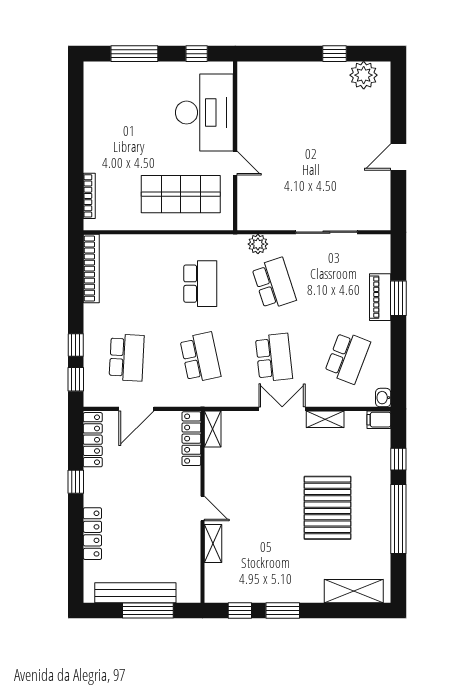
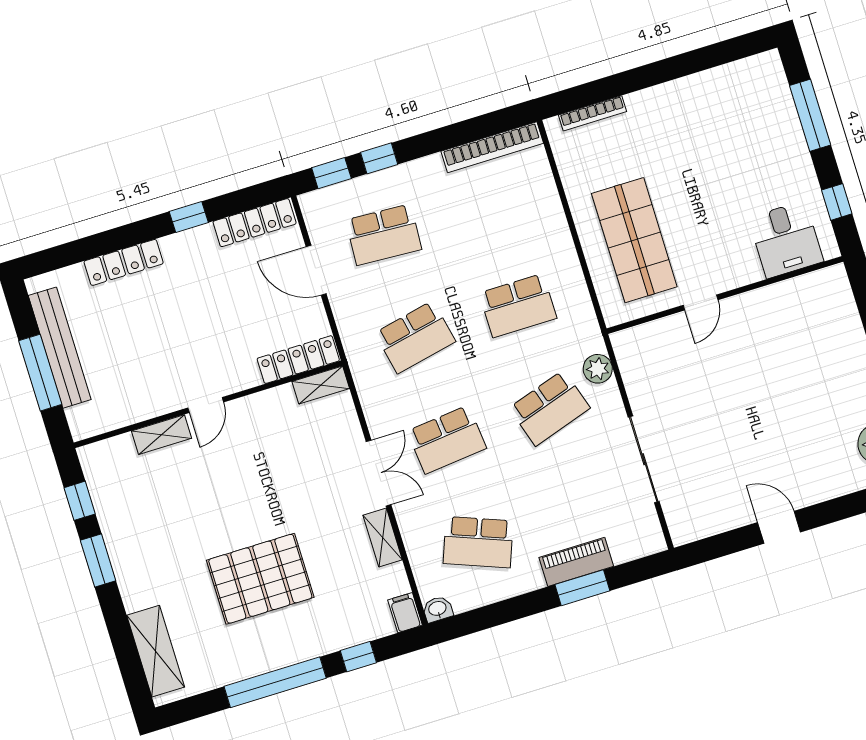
desk: (204, 113) -> (786, 240), width x0.53, depth x0.77

